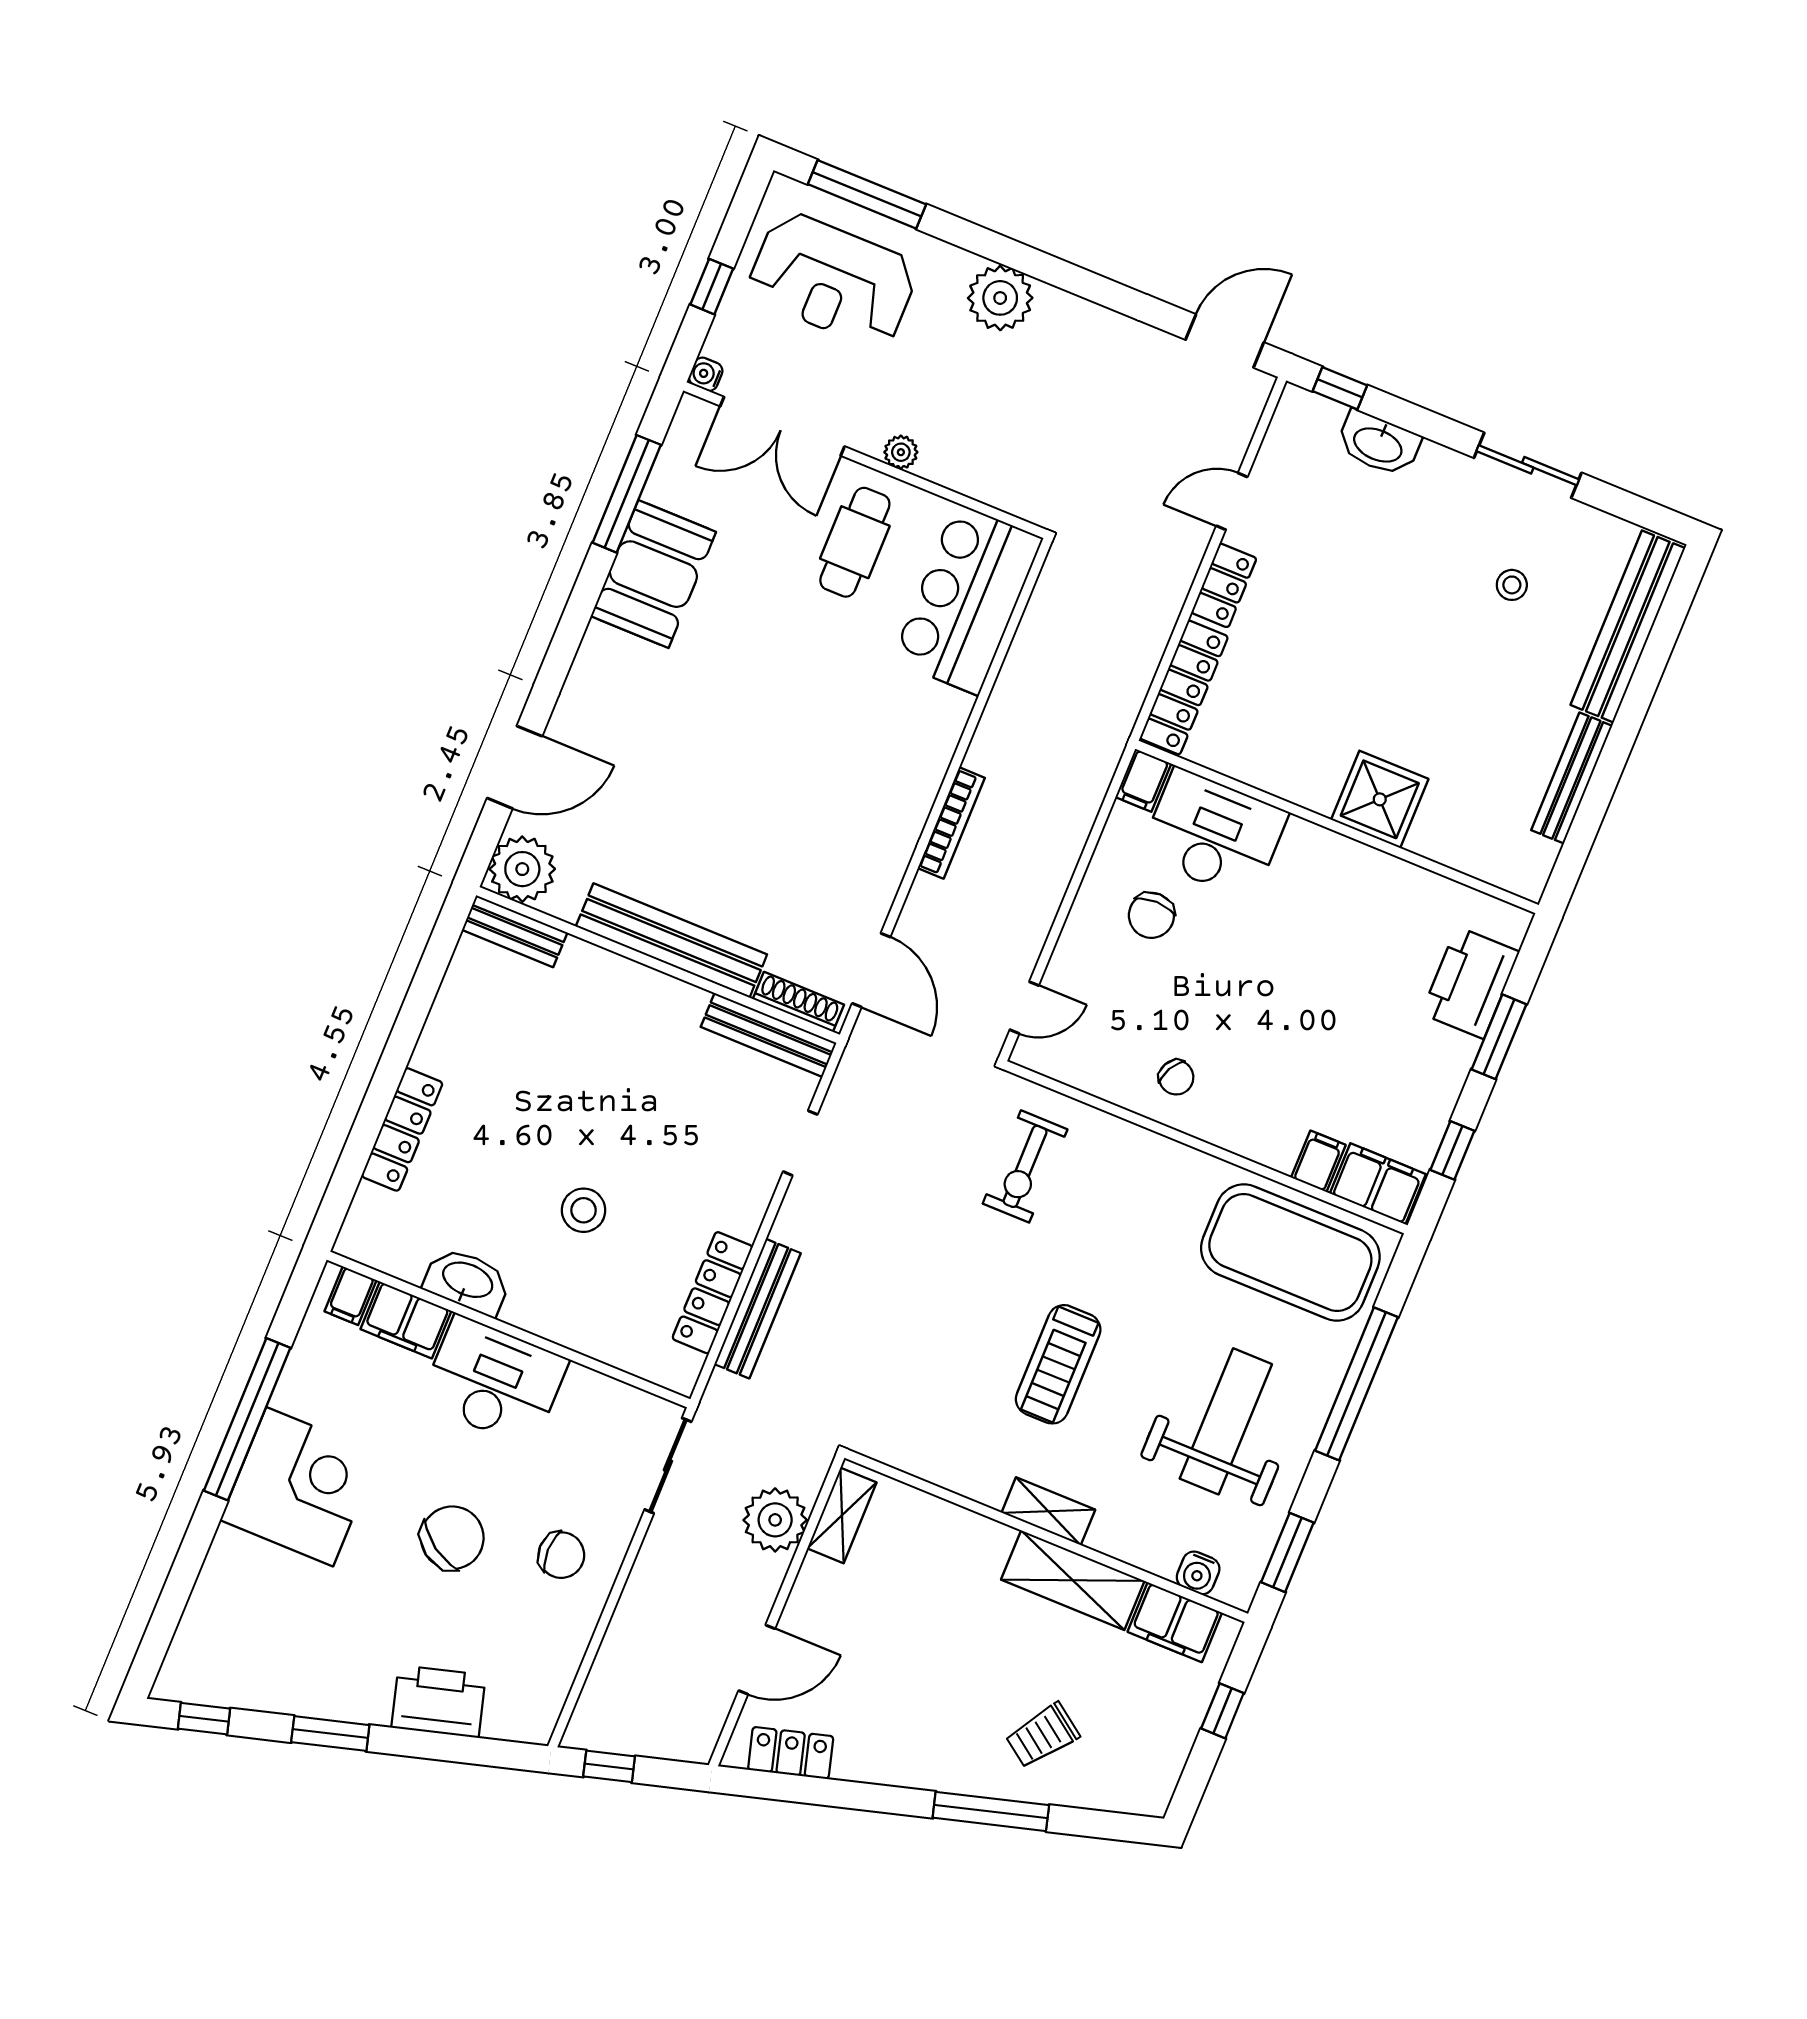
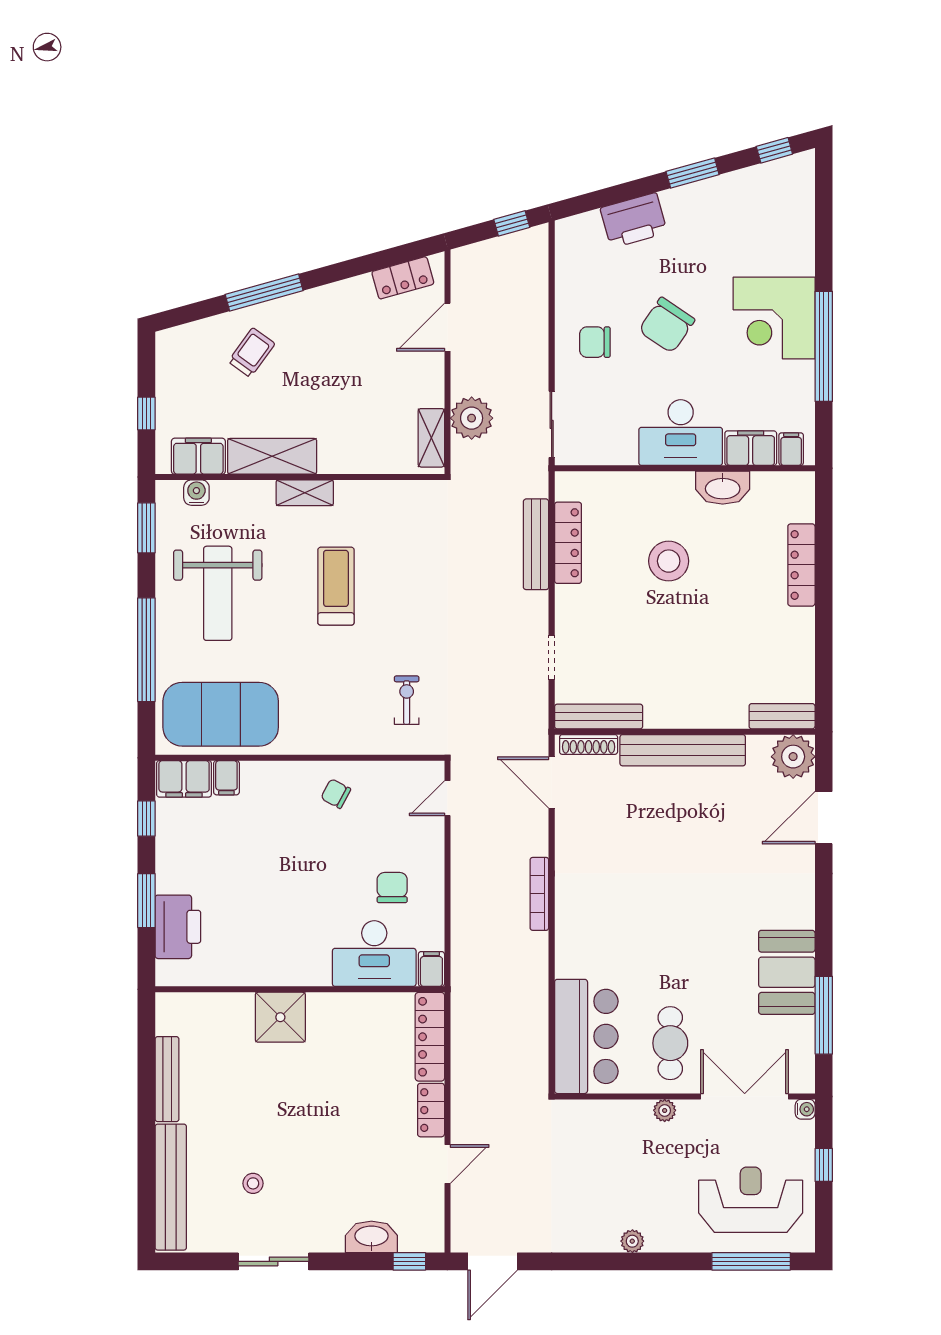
plant: (1000, 298) -> (632, 1241), width x0.53, depth x0.53
exercise bike: (1025, 1166) -> (407, 700), width x0.73, depth x0.72
stool: (584, 1210) -> (669, 561), width x1.38, depth x1.38

